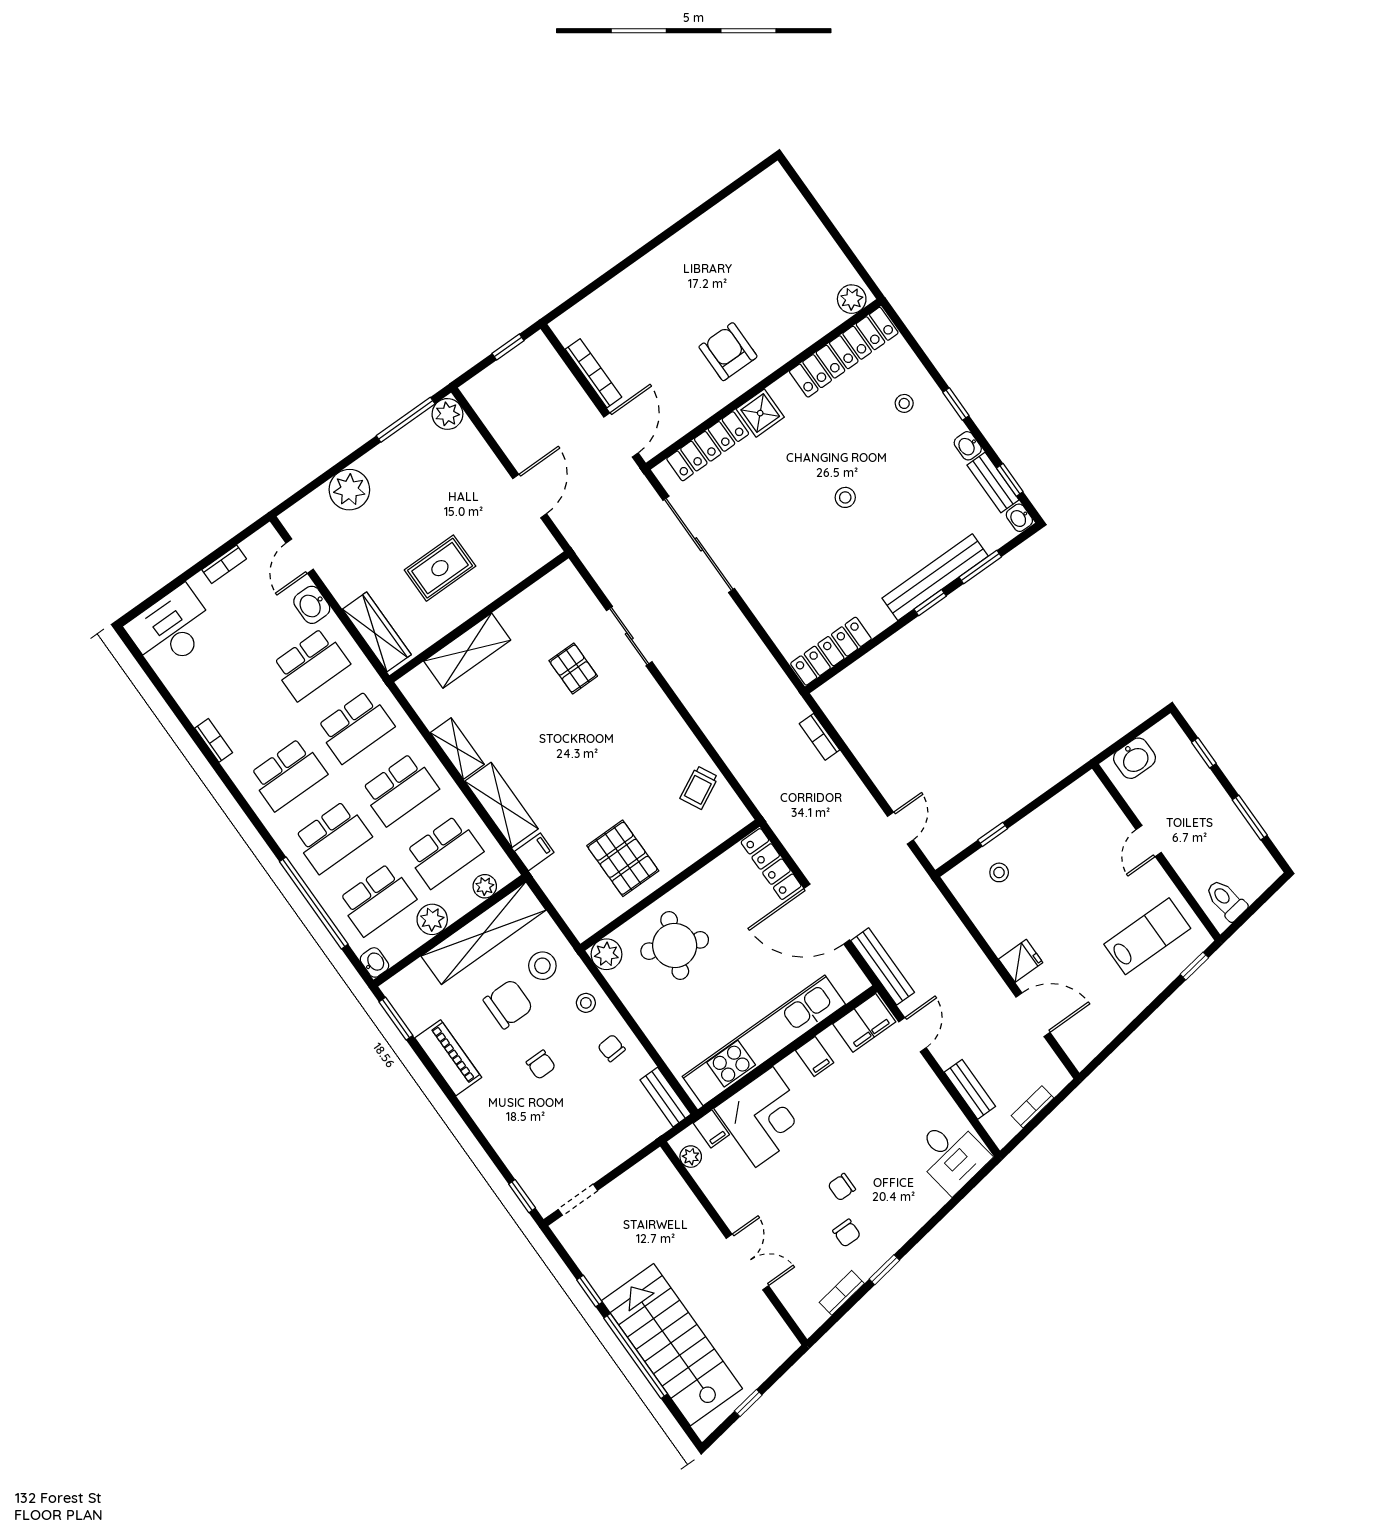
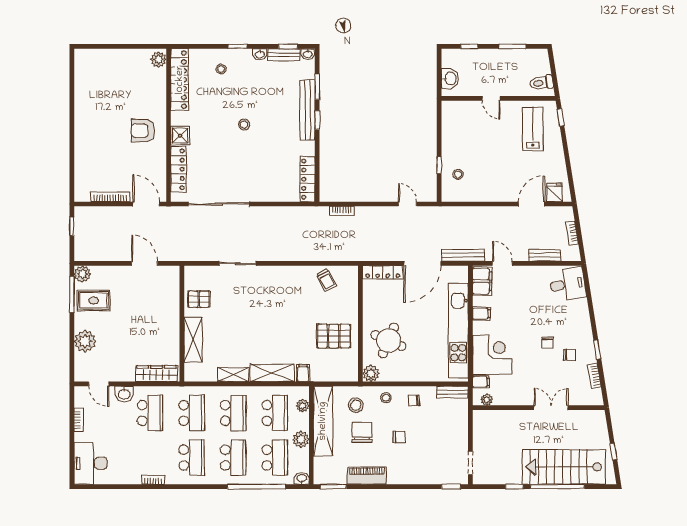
rug: (440, 568) -> (94, 300), moved, turned 90
pallet: (573, 668) -> (199, 299), moved
fridge: (1021, 961) -> (555, 193), moved

